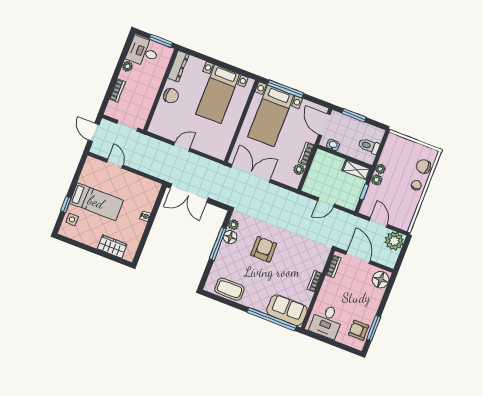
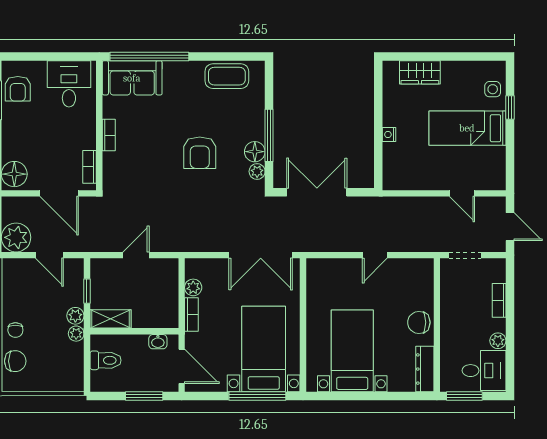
double door: (189, 193) -> (317, 192), moved
armchair: (359, 330) -> (18, 89), turned 90

